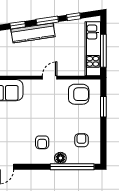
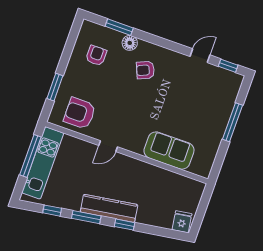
armchair: (81, 140) -> (96, 56), turned 180
armchair: (42, 142) -> (145, 70), turned -113
window: (72, 167) -> (119, 27), width x0.47

